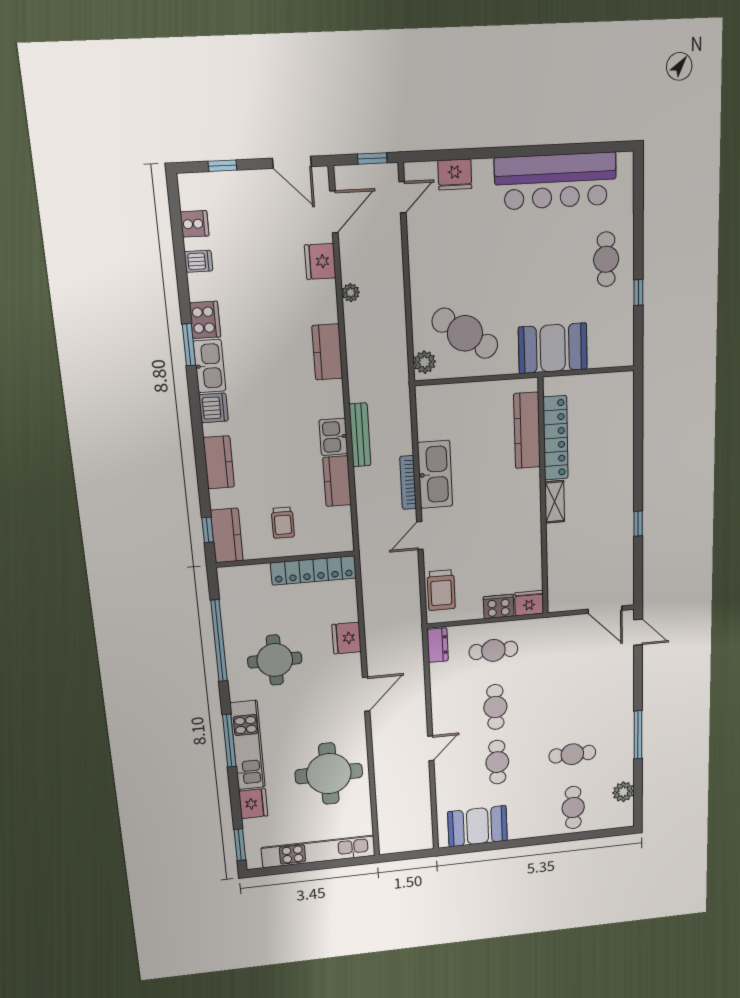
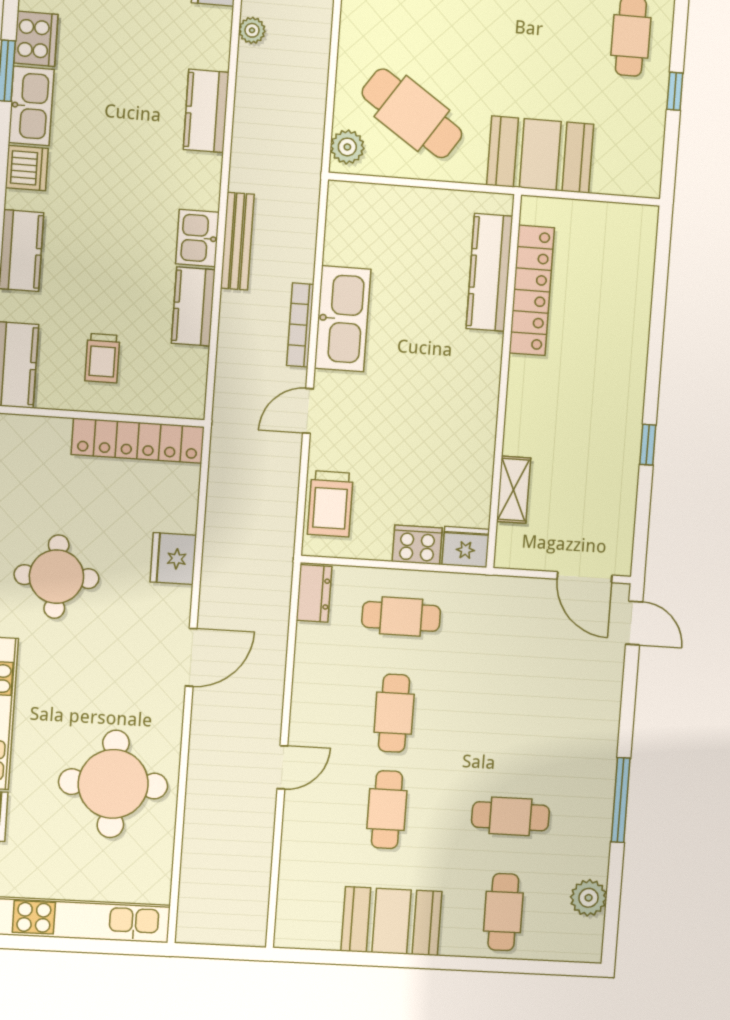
shelving: (555, 502) -> (514, 490), moved
booth: (478, 826) -> (392, 921), moved

